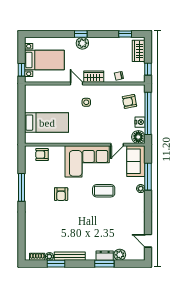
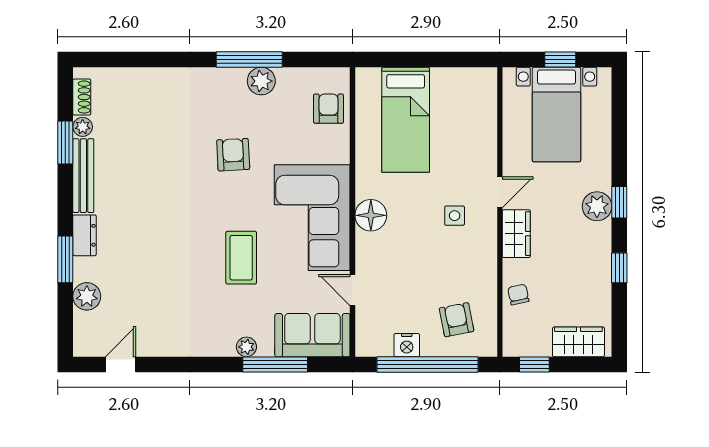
window: (125, 34) -> (619, 268), moved
window: (22, 70) -> (560, 60), moved
floor lamp: (138, 137) -> (371, 215), moved
plant: (31, 182) -> (261, 81), added
armchair: (61, 194) -> (233, 155), turned 87
dresser: (105, 256) -> (85, 235), moved

